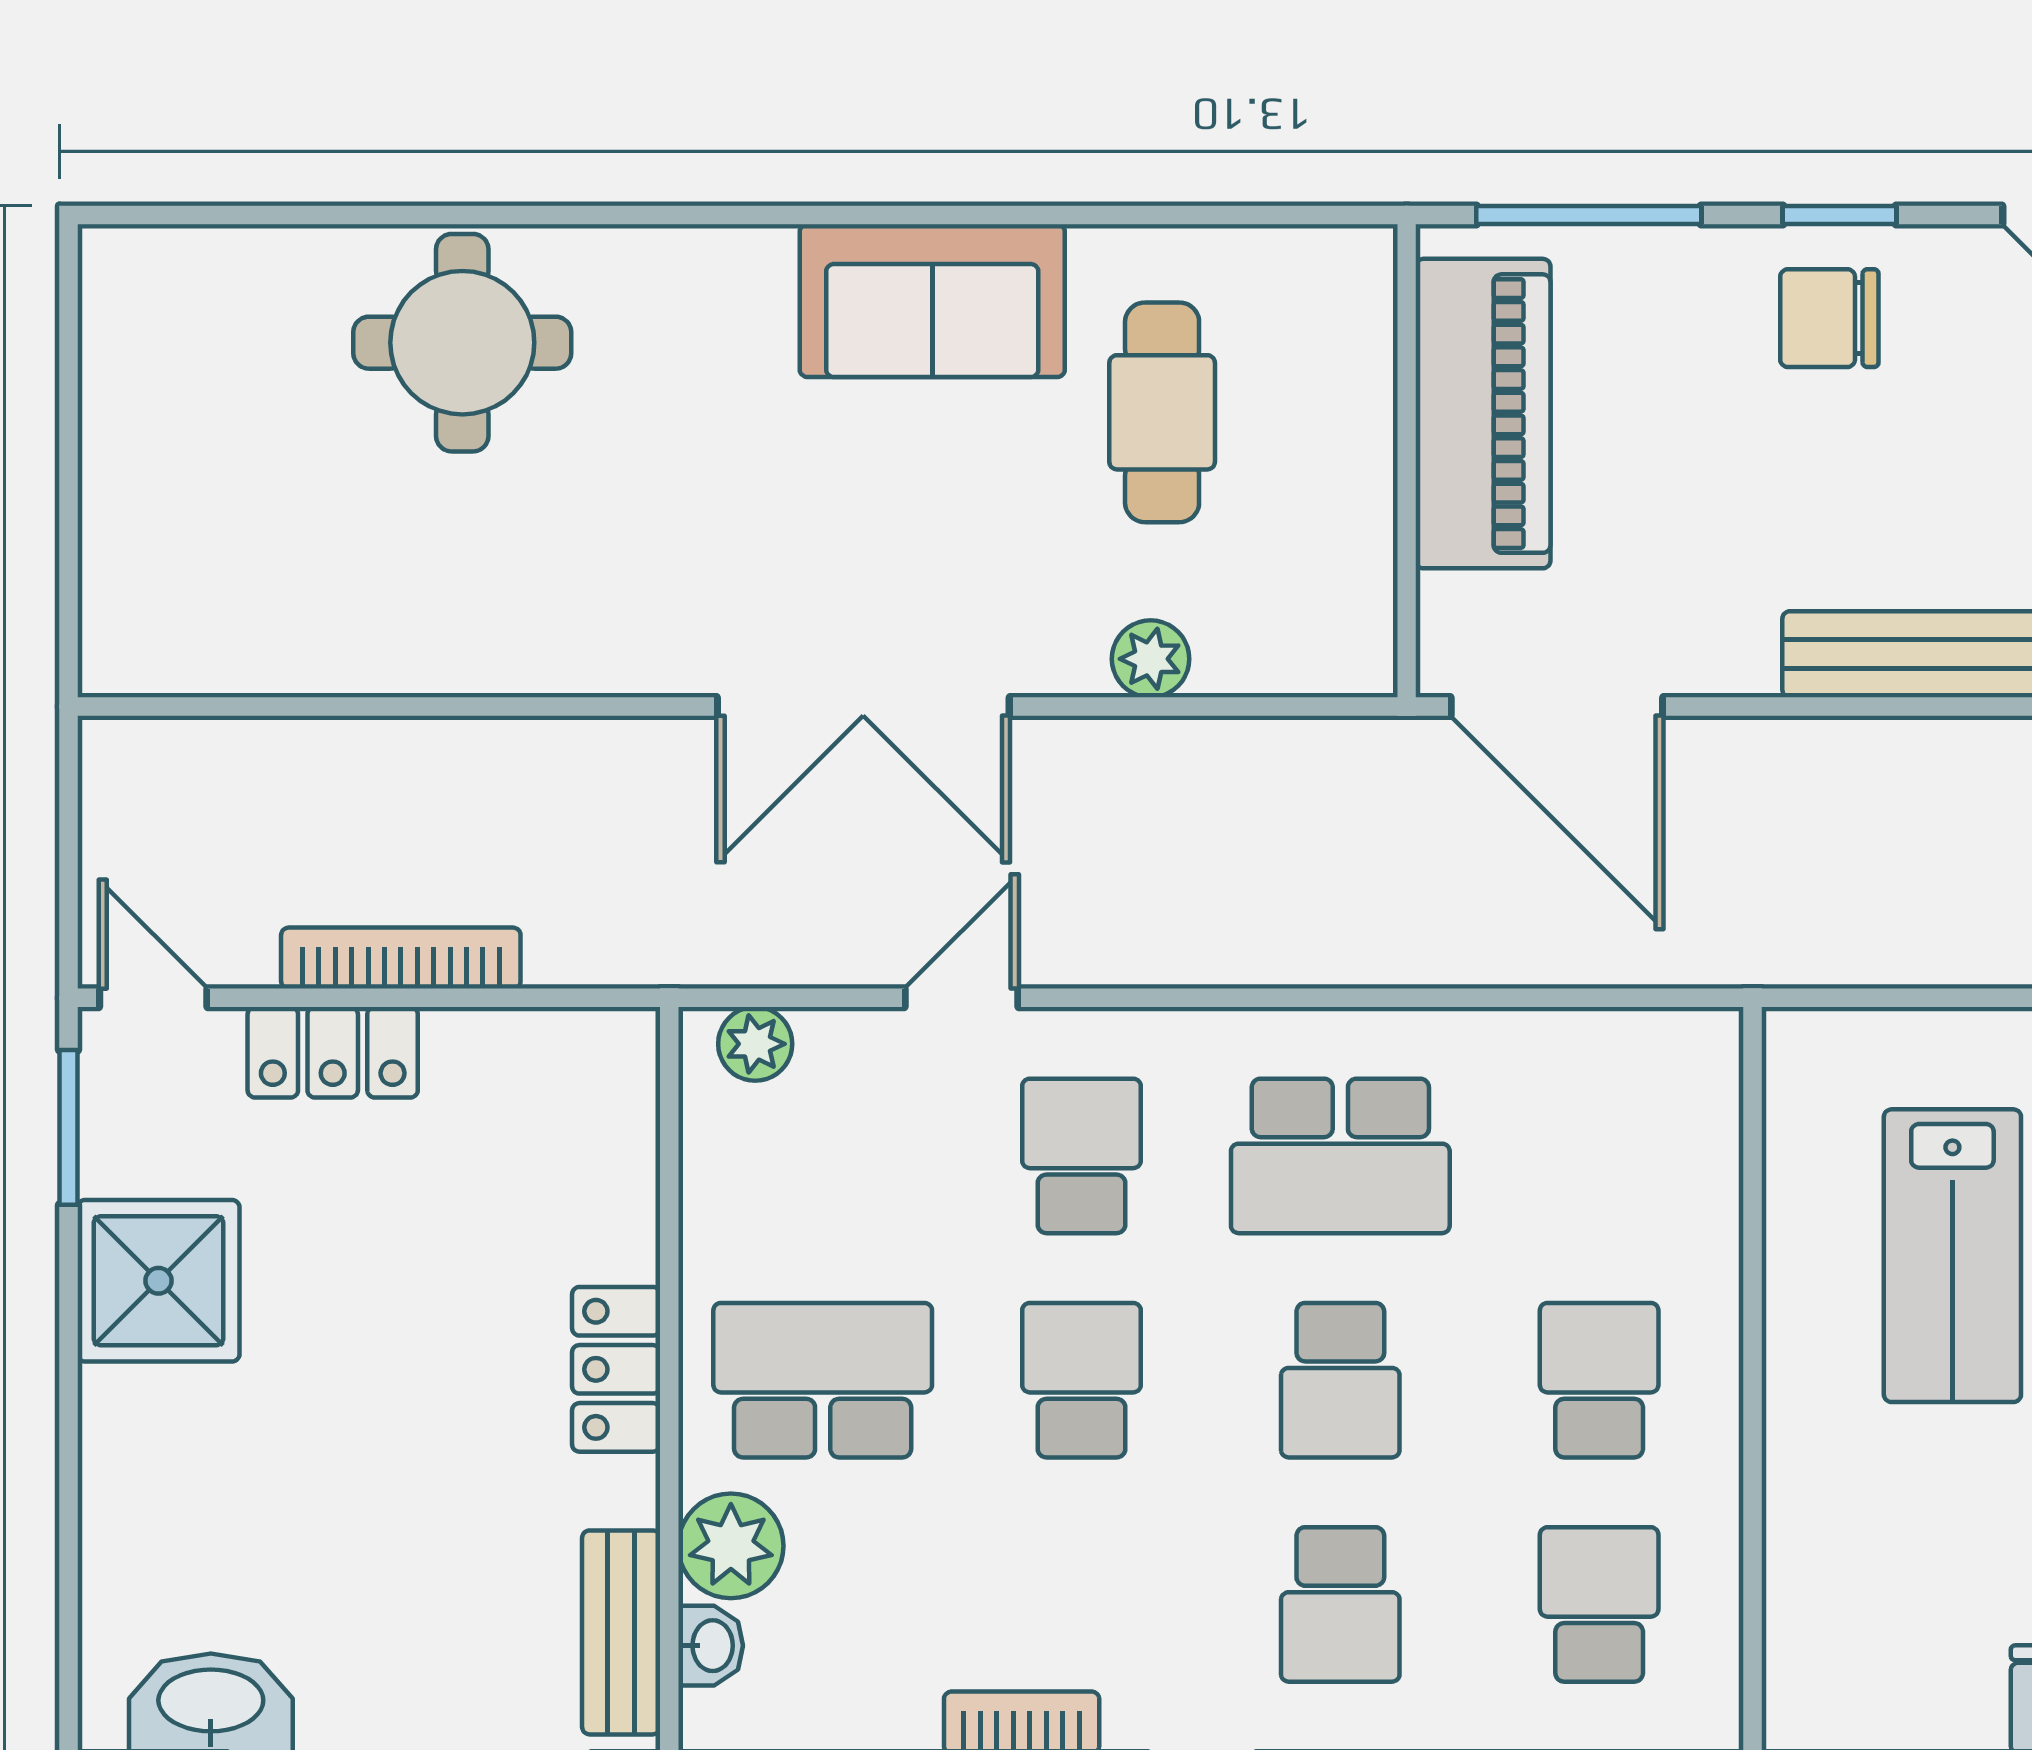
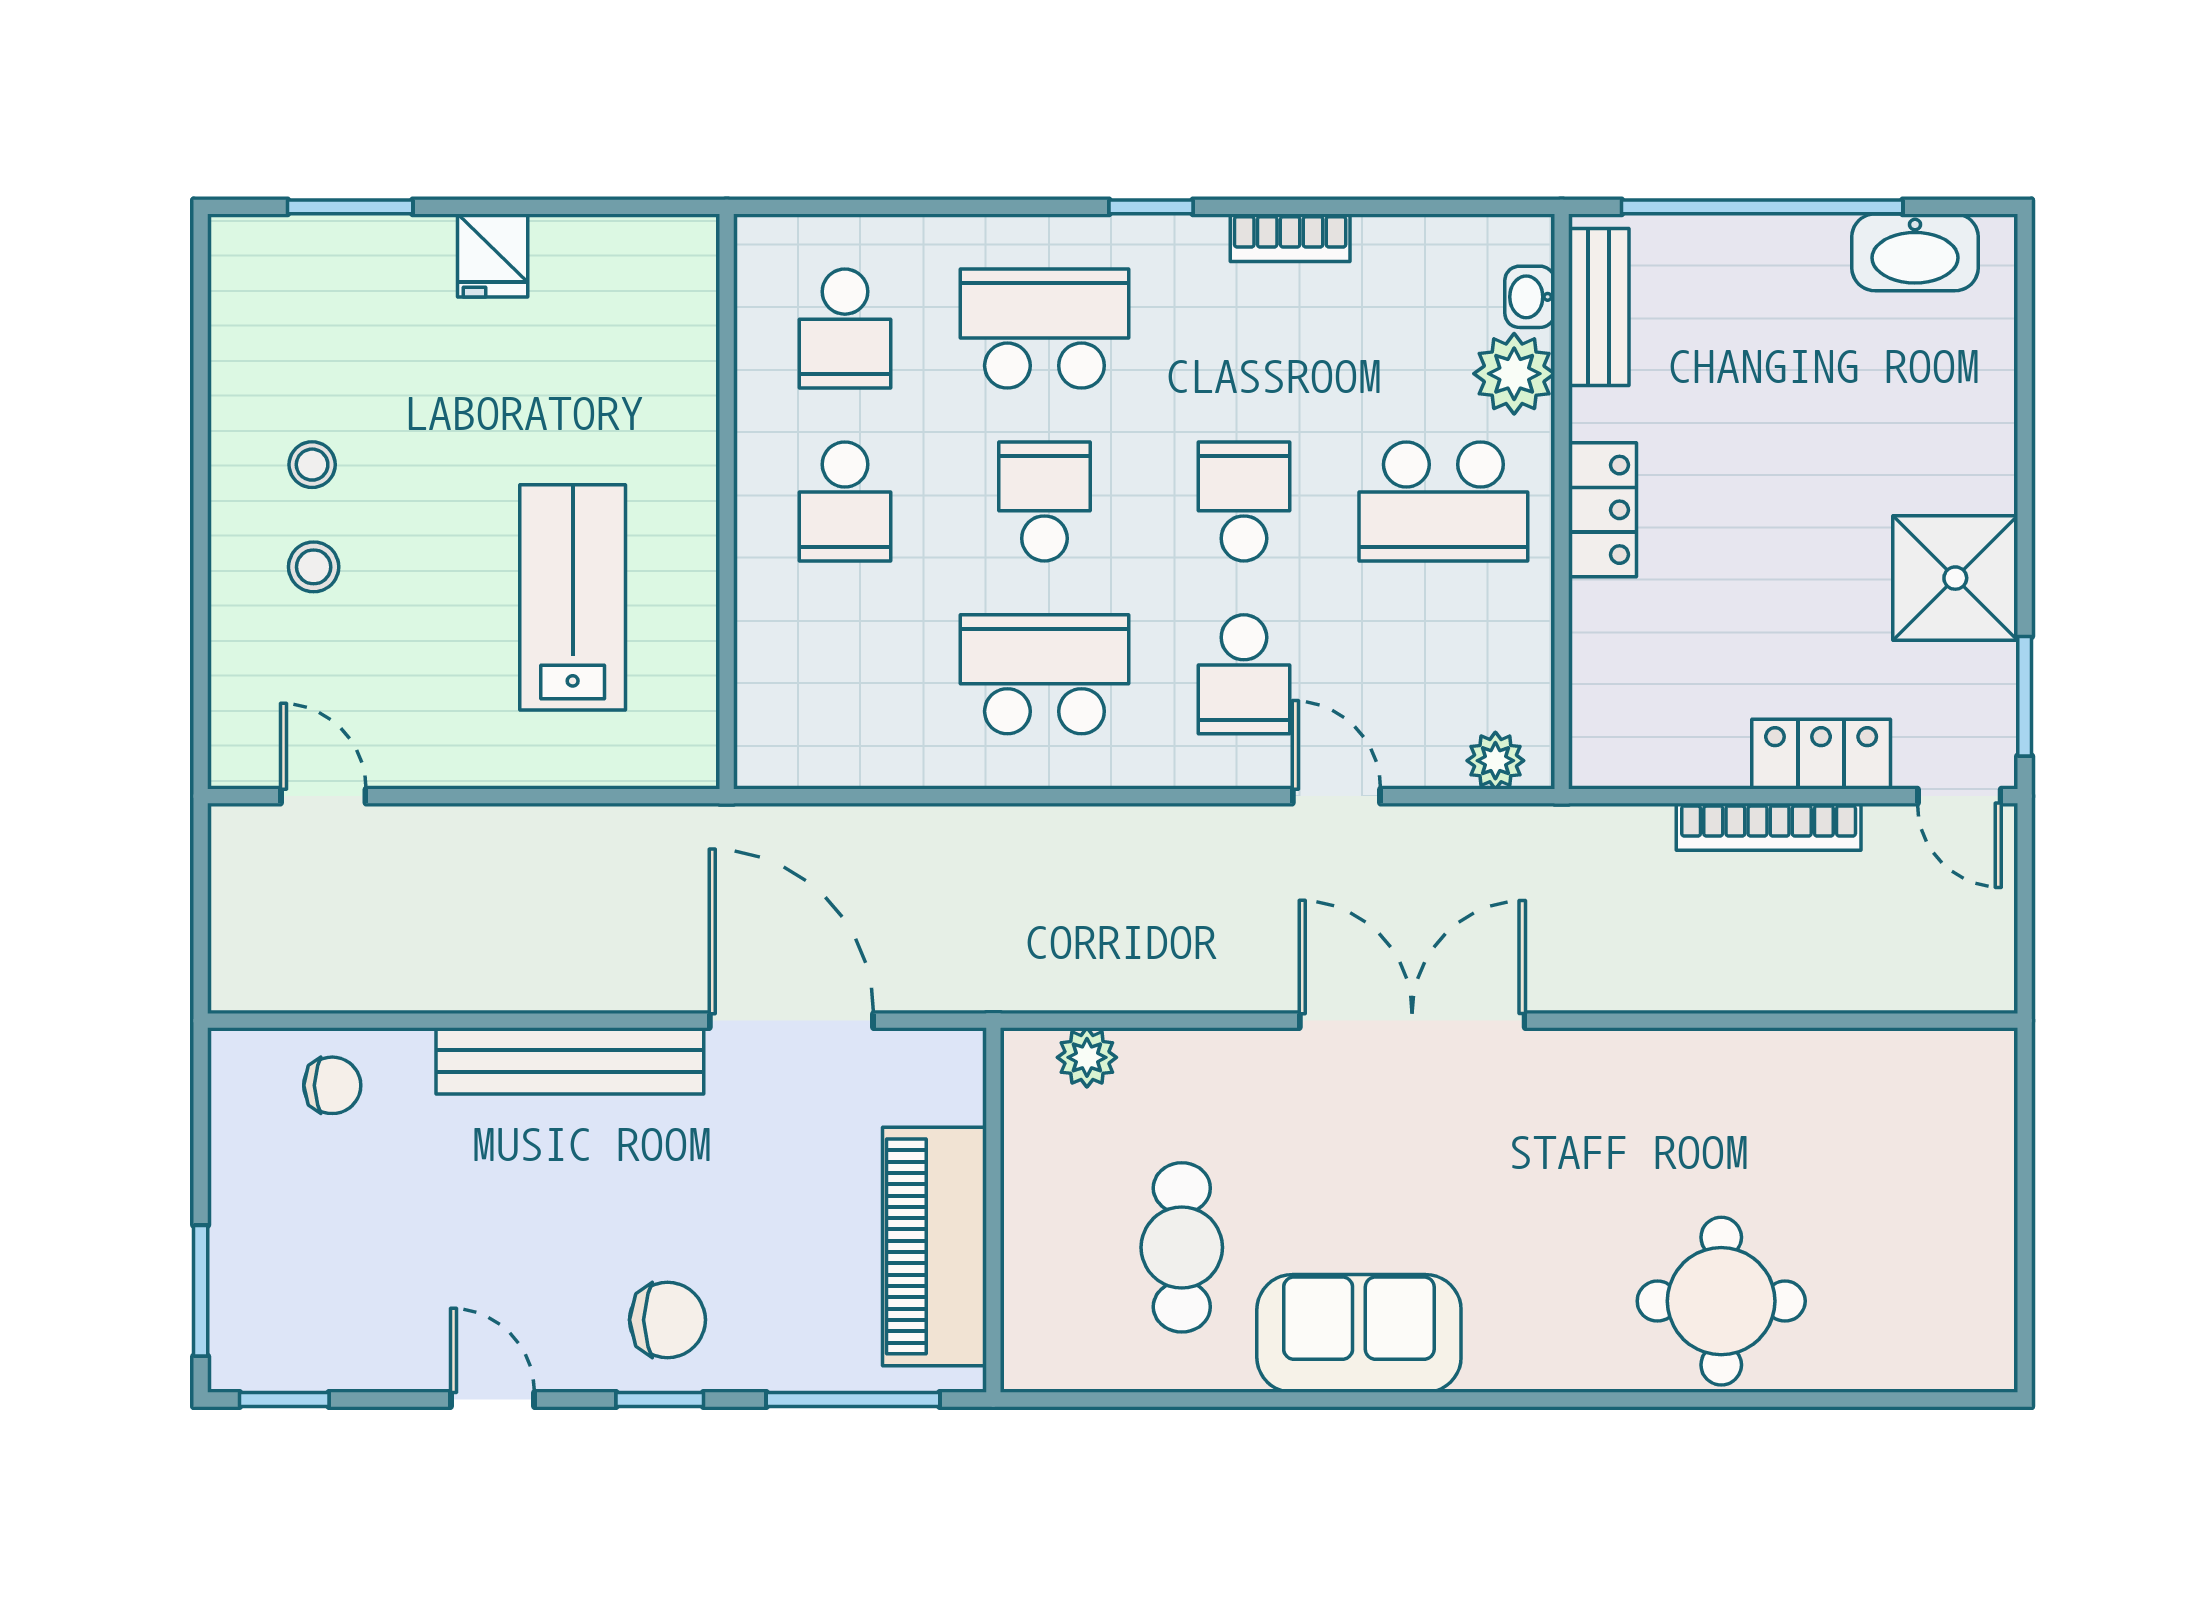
plant: (1151, 659) -> (1087, 1057), moved
door: (1557, 707) -> (791, 1021), moved
door: (962, 998) -> (1336, 796), swing flipped
school desk: (1081, 1380) -> (1244, 501), turned 180
school desk: (1340, 1604) -> (1044, 329), width x1.85

